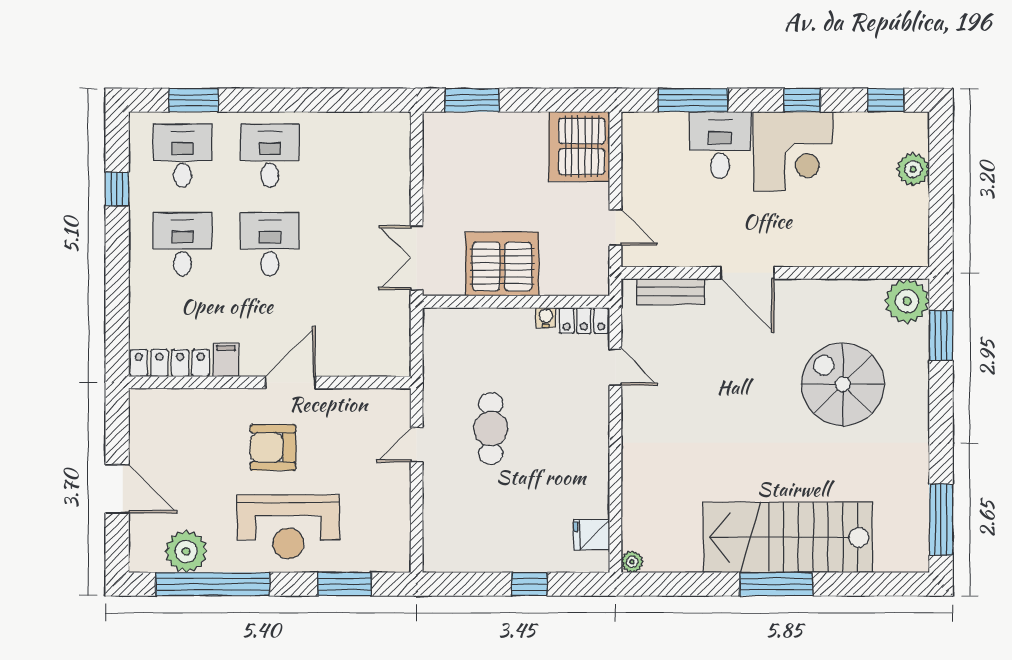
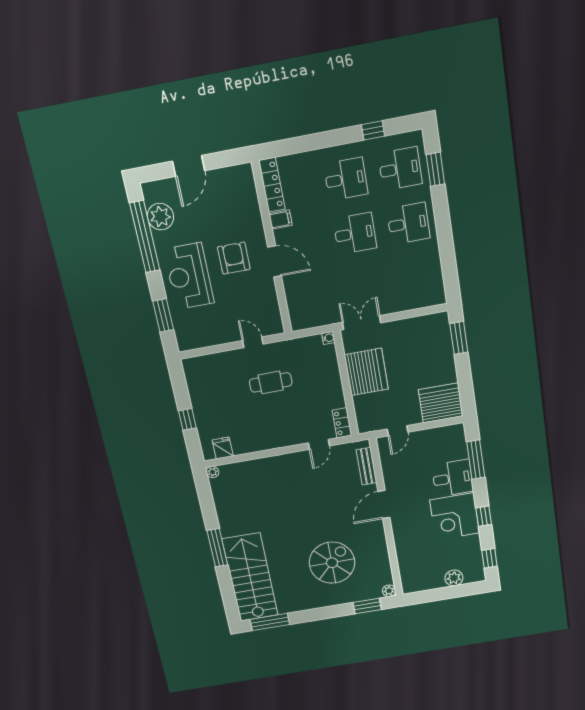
plant: (907, 301) -> (389, 591), width x0.53, depth x0.53
water cooler: (546, 317) -> (328, 338), moved
stairs: (788, 537) -> (250, 577), moved

